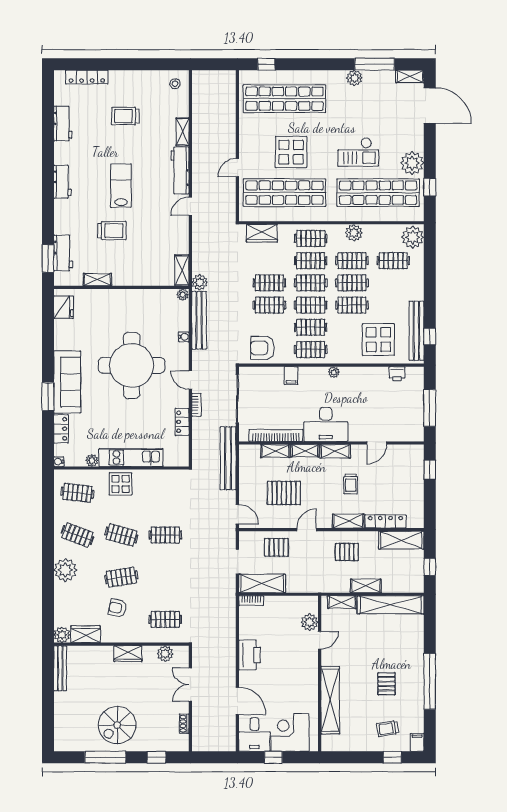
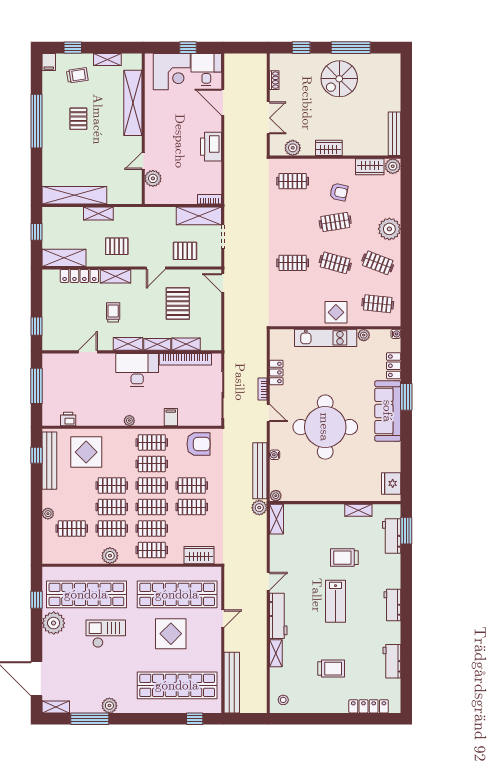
plant: (413, 237) -> (48, 514), moved, width x0.53, depth x0.53
bench: (228, 458) -> (232, 683), moved
pallet: (284, 493) -> (178, 303), turned 90
shelving: (342, 602) -> (107, 59), moved
spiral stairs: (117, 725) -> (339, 79), turned 180

